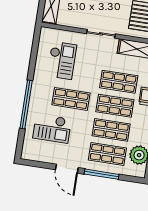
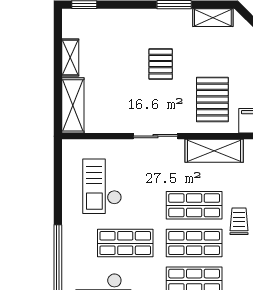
checkout: (62, 60) -> (102, 186), turned 180

